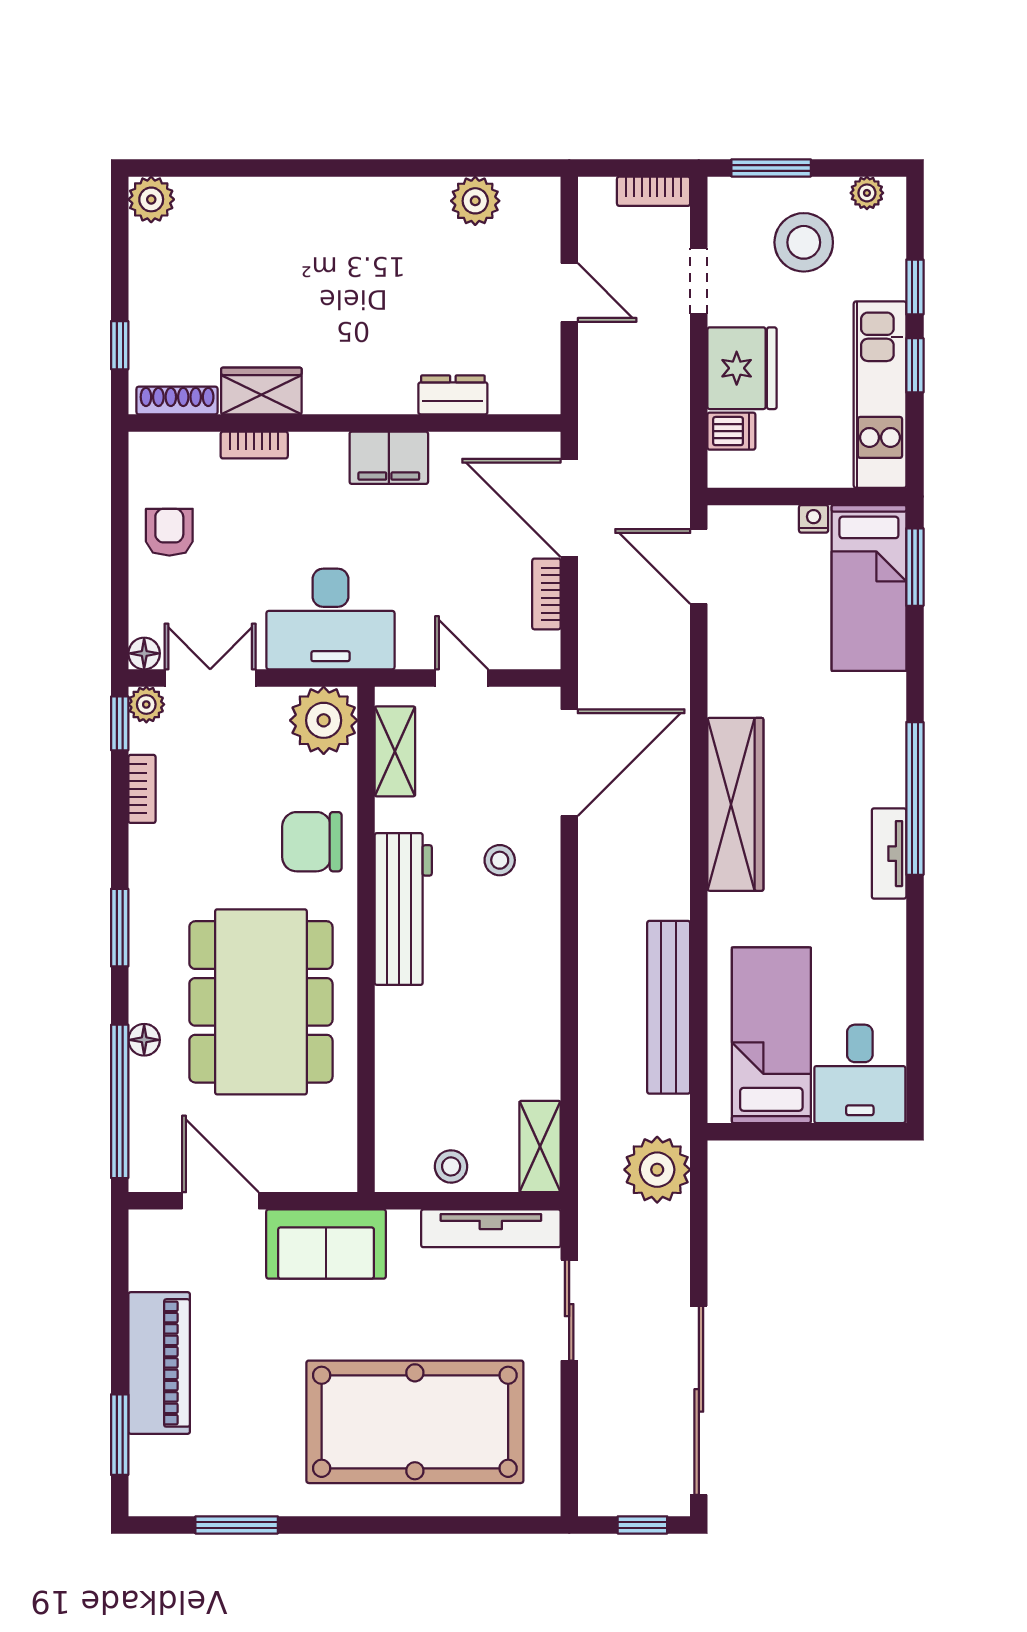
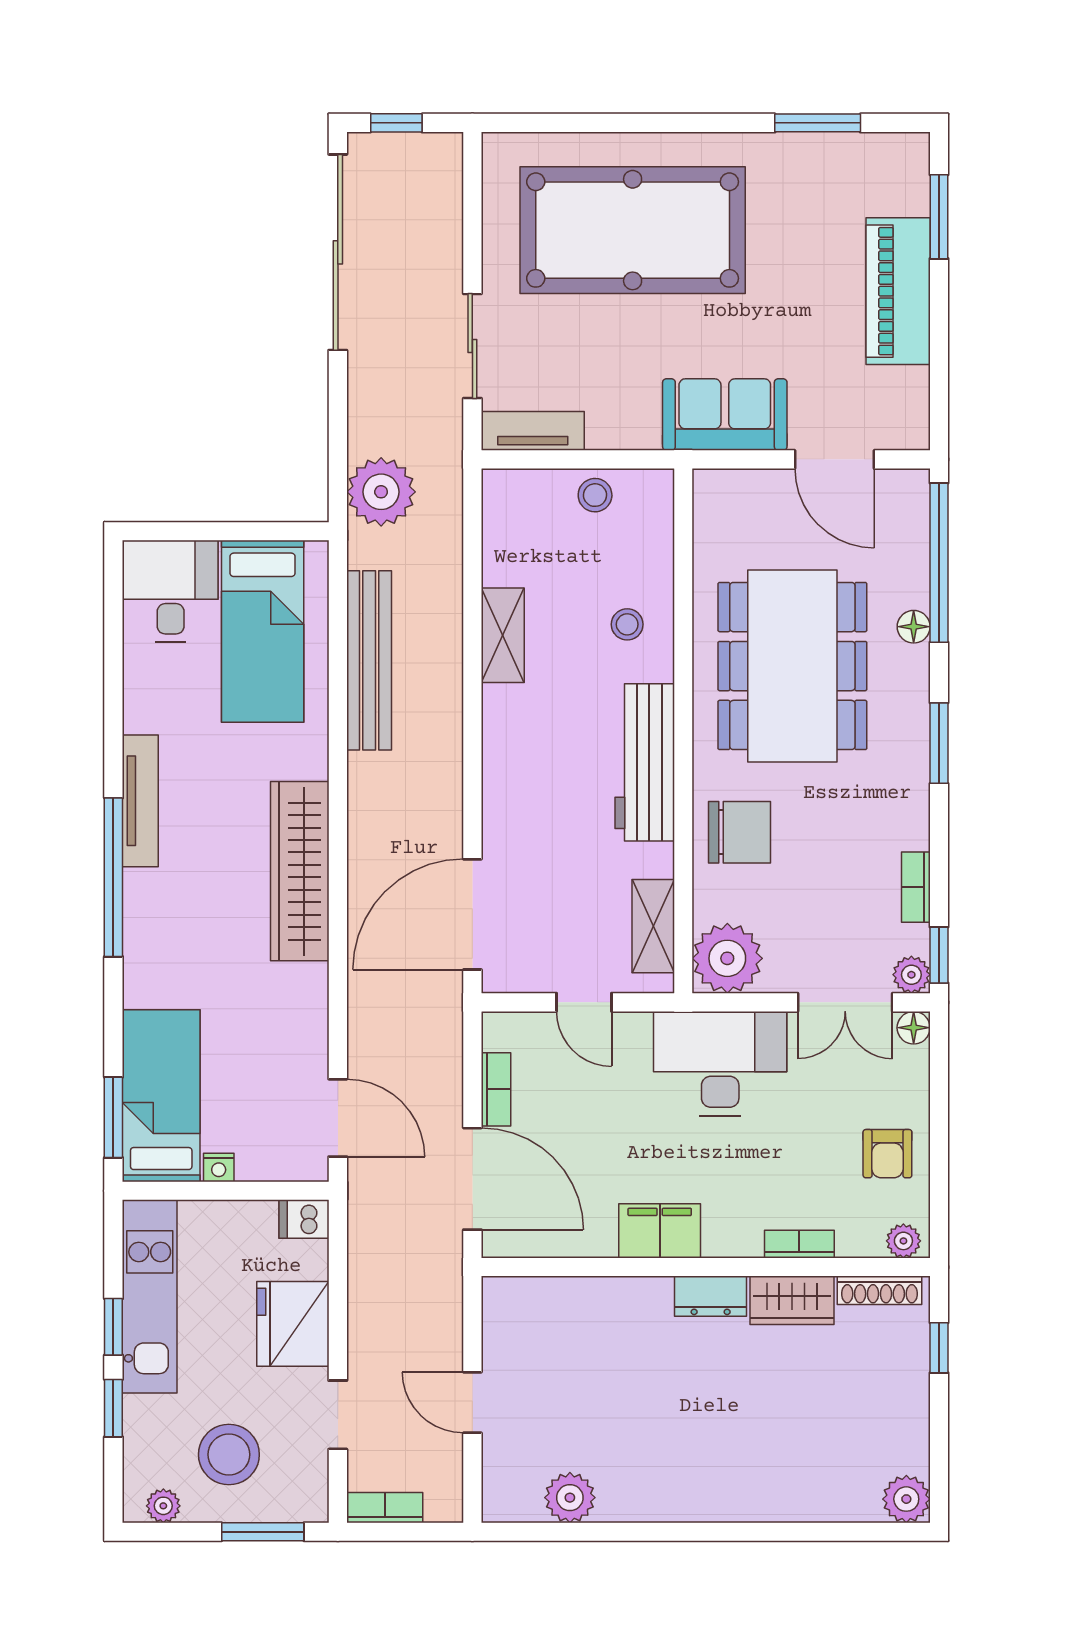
dresser: (453, 395) -> (711, 1296), moved
dishwasher: (731, 431) -> (304, 1219), moved
plant: (154, 448) -> (903, 1241), added
tv unit: (889, 854) -> (140, 801), width x1.41
stool: (500, 860) -> (627, 624), moved
shelving: (540, 1147) -> (503, 635), moved
tv unit: (491, 1228) -> (533, 431), width x0.71

